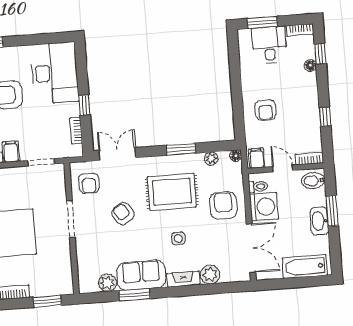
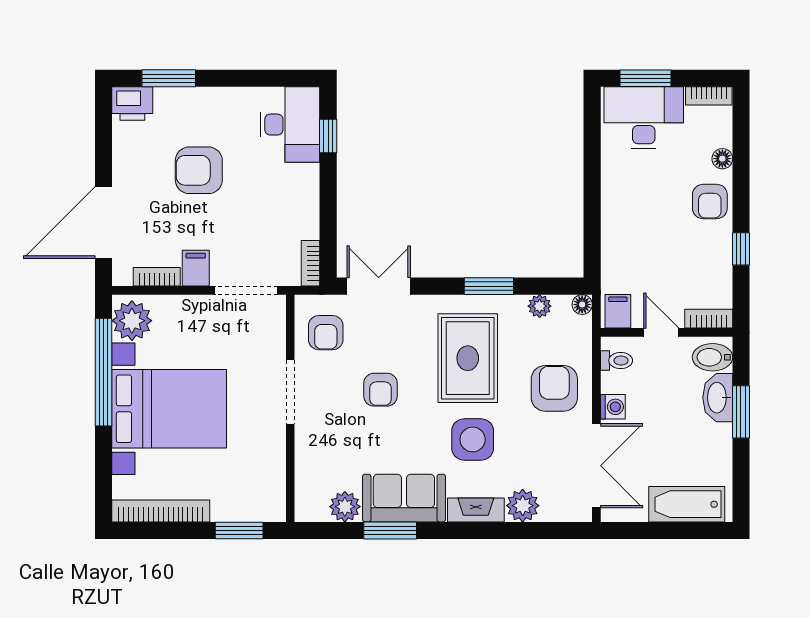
desk: (269, 45) -> (644, 118), width x1.37
window: (320, 54) -> (741, 140), removed
desk: (55, 73) -> (290, 125), width x0.73, depth x0.77
window: (84, 105) -> (328, 136), moved
armchair: (265, 110) -> (710, 201), moved
bookcase: (76, 131) -> (311, 263), moved
doorway: (41, 162) -> (246, 290), width x1.38
rug: (172, 192) -> (468, 358), turned 90
washing machine: (264, 207) -> (613, 407), width x0.53, depth x0.53
armchair: (123, 214) -> (381, 390), turned -146
washbasin: (319, 221) -> (718, 398), moved
side table: (178, 239) -> (473, 439), width x1.87, depth x1.87

